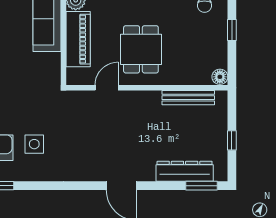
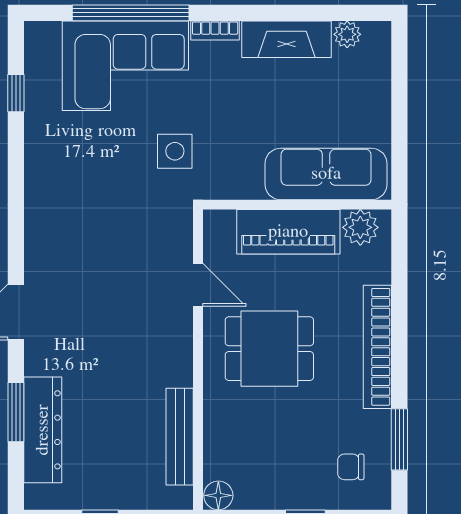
side table: (34, 144) -> (175, 151), moved
window: (202, 186) -> (16, 412), moved

